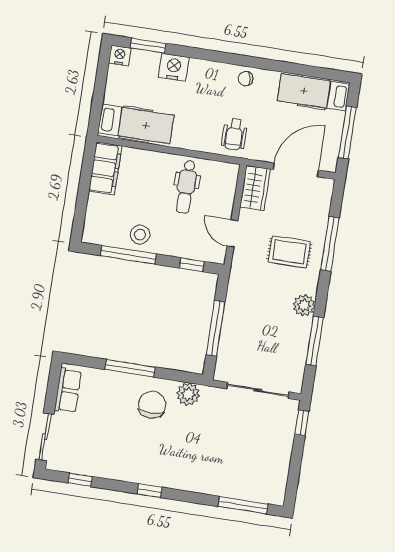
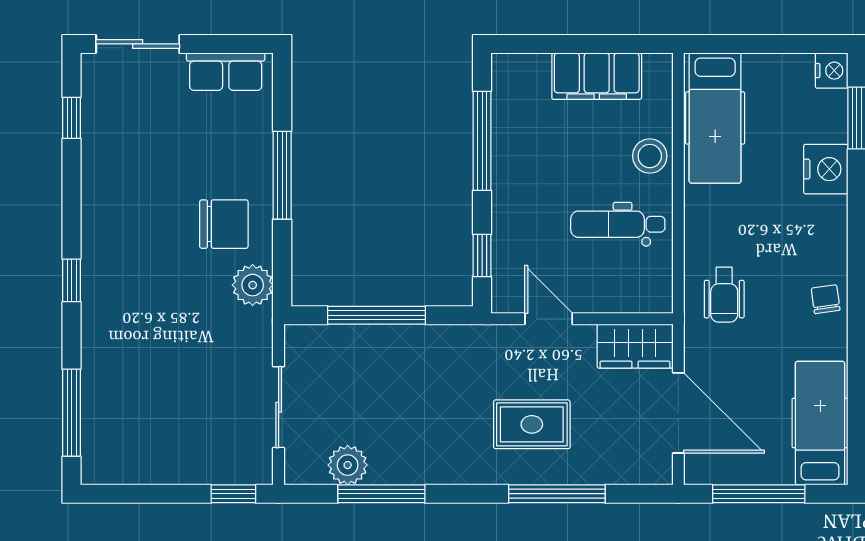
wheelchair: (234, 134) -> (724, 295), turned -90
filing cabinet: (105, 168) -> (597, 76), moved
door: (232, 233) -> (549, 319), hinge flipped
stool: (140, 235) -> (650, 156), moved
rug: (289, 252) -> (532, 424), turned 90
plant: (304, 305) -> (348, 465), moved
sliding door: (258, 390) -> (279, 407), width x0.73
window: (150, 491) -> (72, 280), moved

